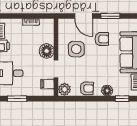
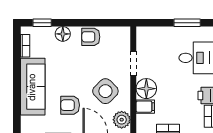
side table: (76, 49) -> (105, 91), turned 45
filing cabinet: (47, 84) -> (145, 107), moved
plant: (65, 89) -> (122, 120), moved

